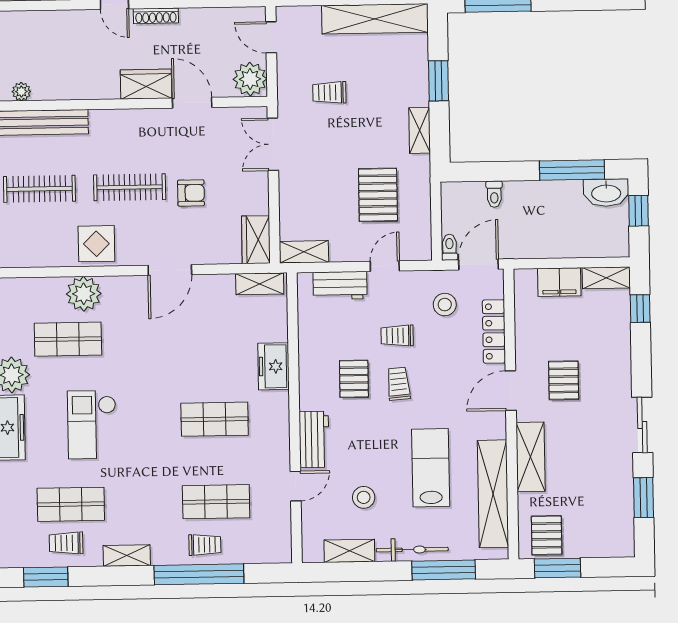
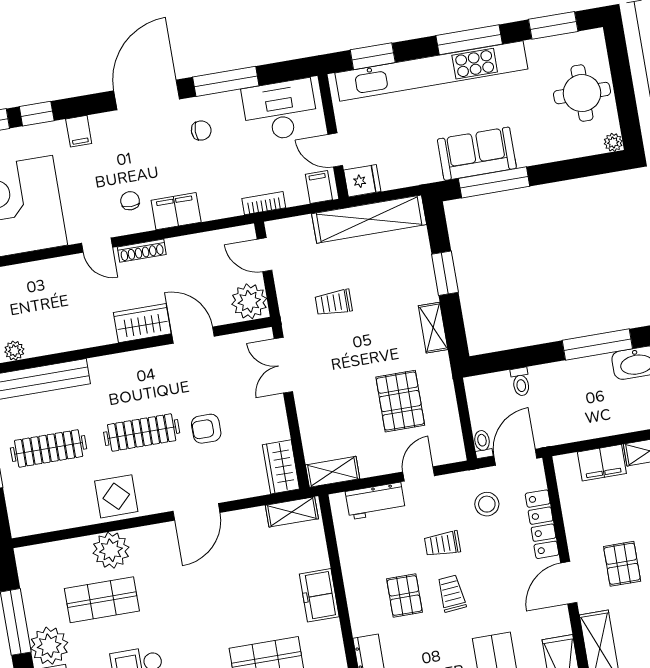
armchair: (191, 193) -> (206, 429), turned 180

